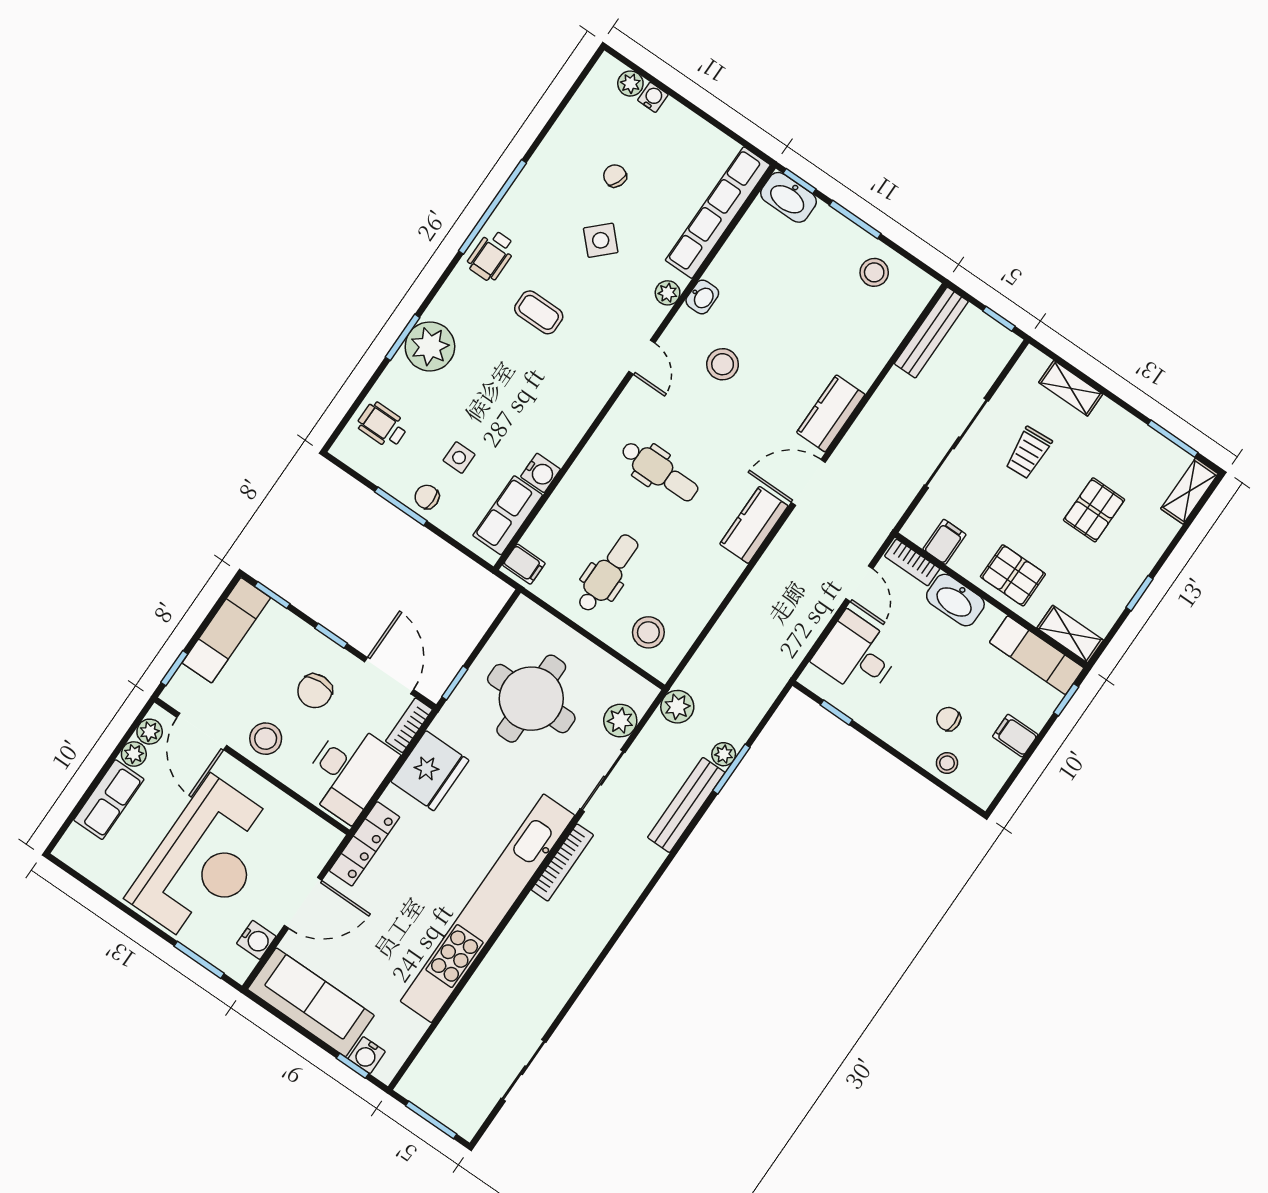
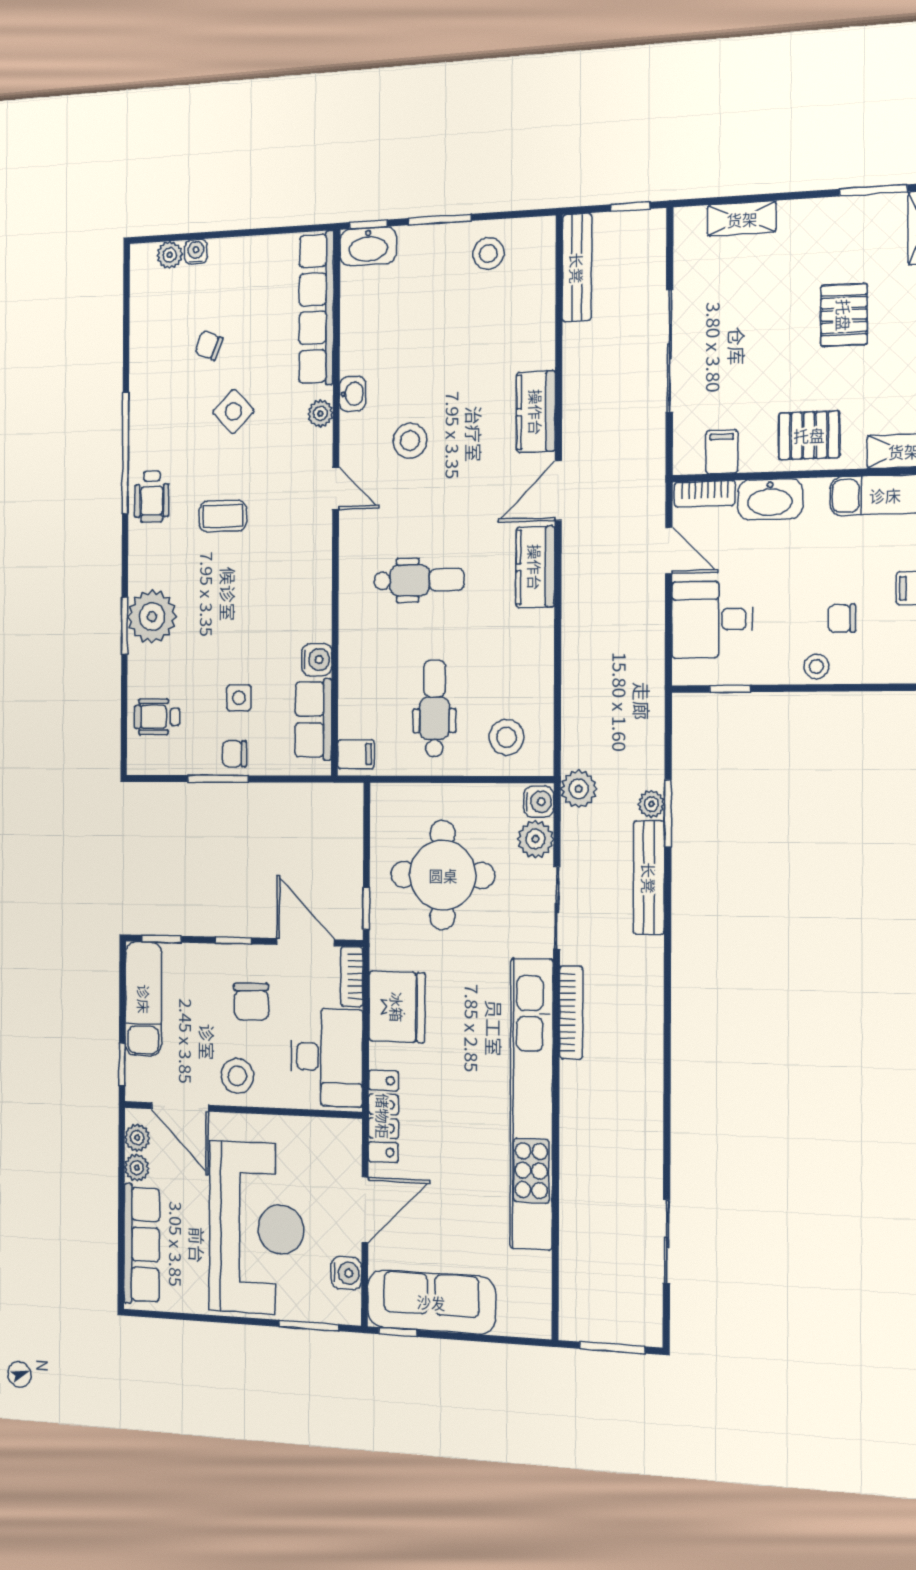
trolley: (1028, 453) -> (743, 309), removed
stool: (947, 763) -> (816, 667), moved
row of seats: (109, 800) -> (142, 1244), width x1.48
water cooler: (367, 1055) -> (539, 802), moved, turned -90
window: (353, 1066) -> (398, 1332), moved

